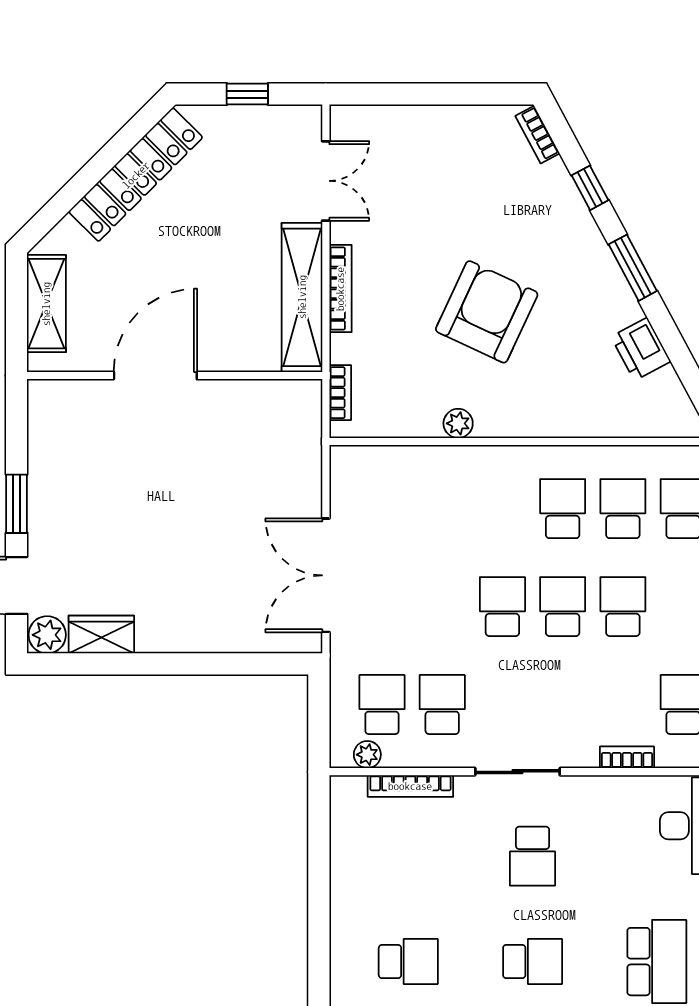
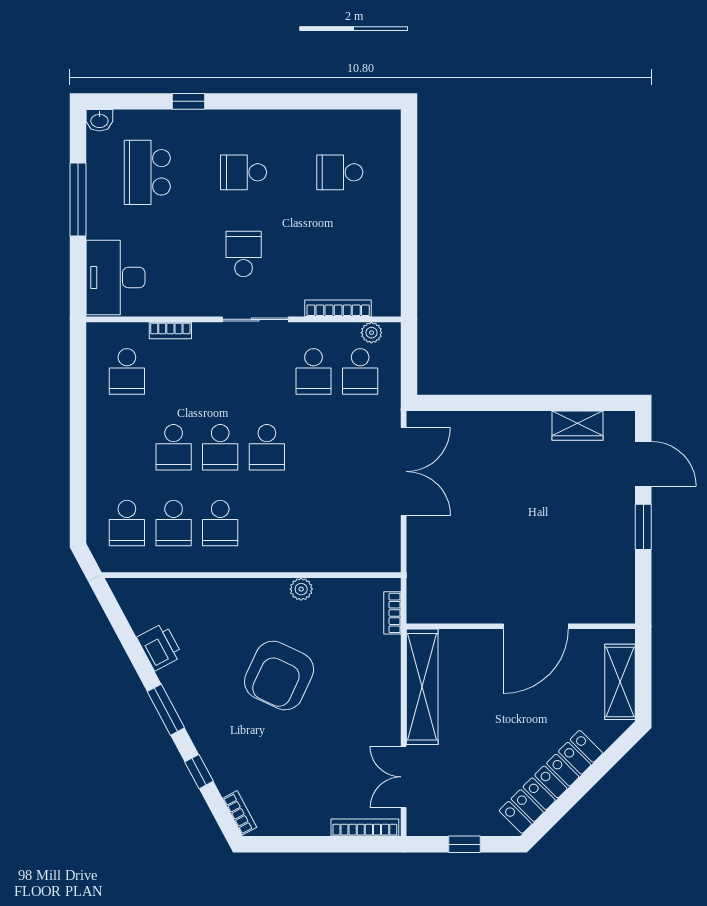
bookcase: (340, 289) -> (365, 828), moved, turned 90
plant: (47, 635) -> (619, 425), removed

